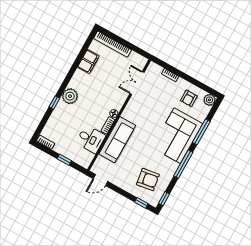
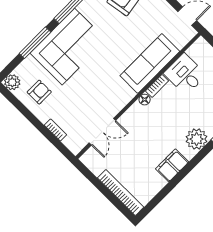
filing cabinet: (88, 61) -> (172, 165), moved

